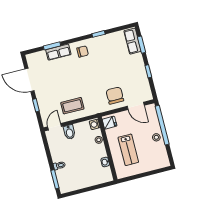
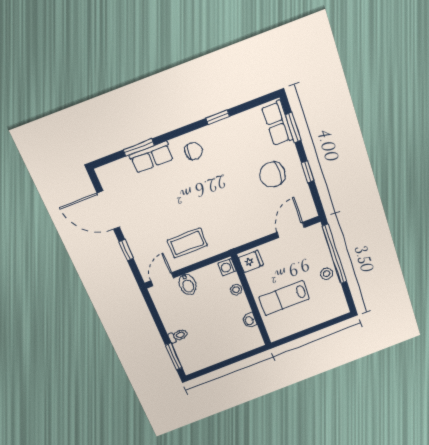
chair: (115, 96) -> (272, 175), moved, turned -90
door: (136, 106) -> (291, 230), swing flipped
lab bench: (128, 150) -> (284, 298), turned 90

